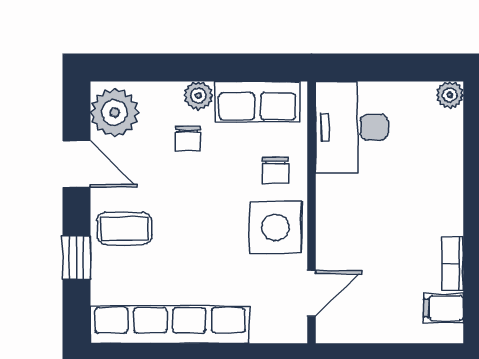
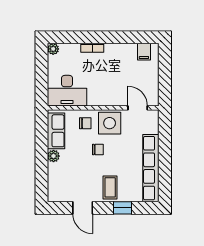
plant: (115, 113) -> (61, 192), removed
chair: (188, 139) -> (98, 150), moved
door: (76, 164) -> (83, 208), swing flipped
bookcase: (453, 264) -> (92, 48), moved

